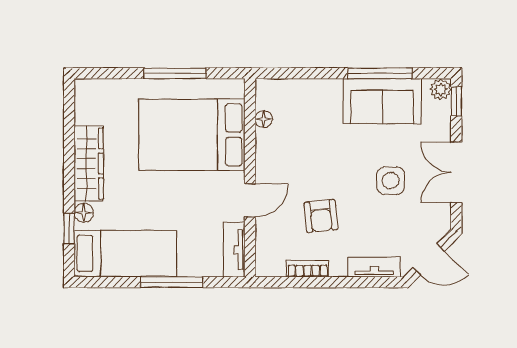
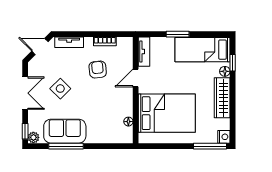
window: (175, 73) -> (210, 146), moved
nightstand: (85, 91) -> (224, 137), added
side table: (391, 181) -> (60, 89), turned 45
window: (172, 282) -> (178, 34), width x0.69

